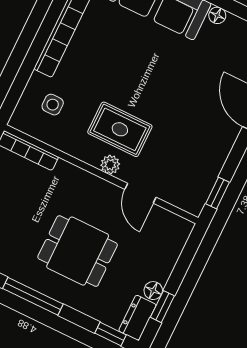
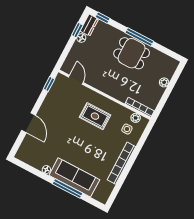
plant: (110, 165) -> (136, 118), moved
door: (140, 193) -> (76, 80), moved
dining table: (78, 251) -> (132, 53), moved

